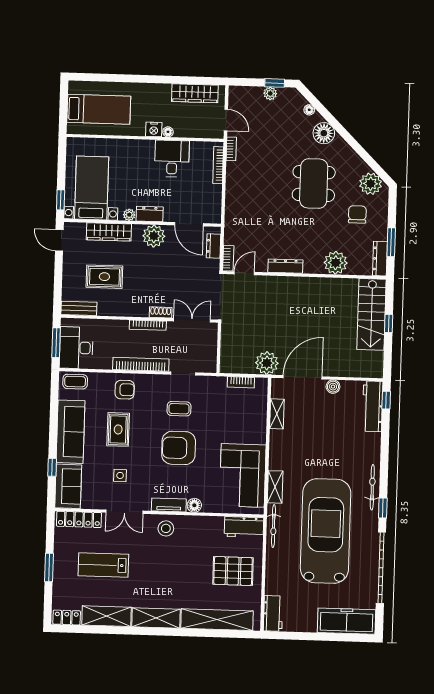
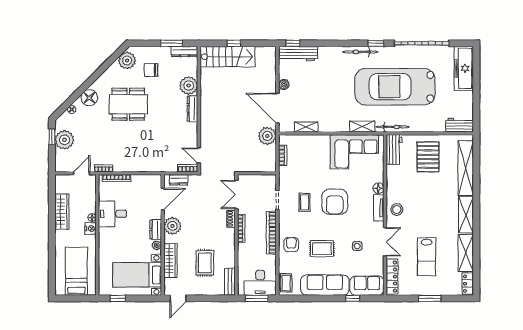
wardrobe: (195, 93) -> (62, 212), moved
plant: (270, 93) -> (65, 140), width x1.87, depth x1.87
window: (61, 200) -> (118, 298), moved
dresser: (285, 266) -> (192, 109), moved

